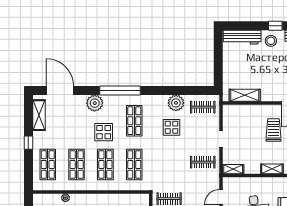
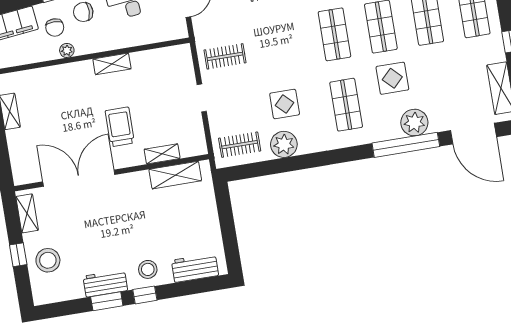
workbench: (242, 37) -> (195, 268), width x0.73
window: (120, 90) -> (406, 145), moved
trolley: (273, 130) -> (120, 127), turned 180
shelving: (233, 169) -> (162, 154), moved

